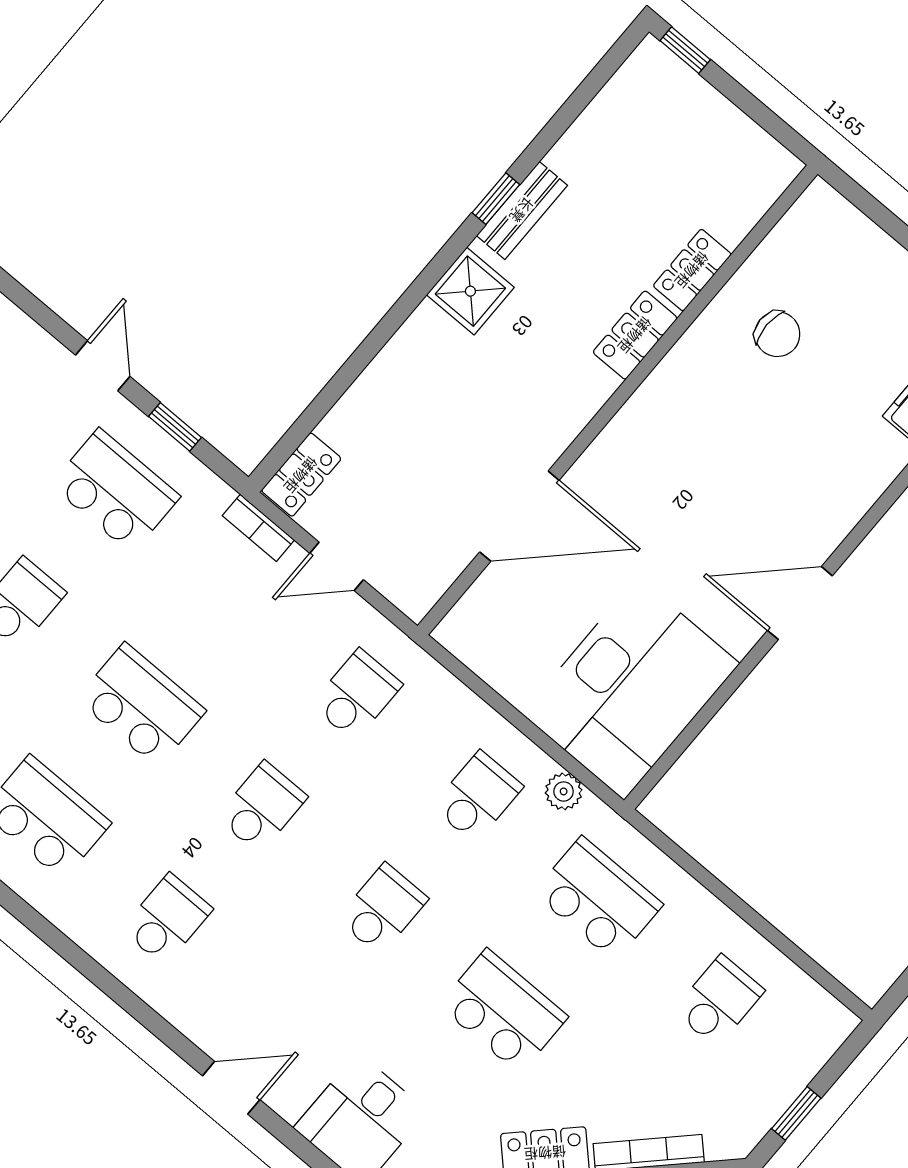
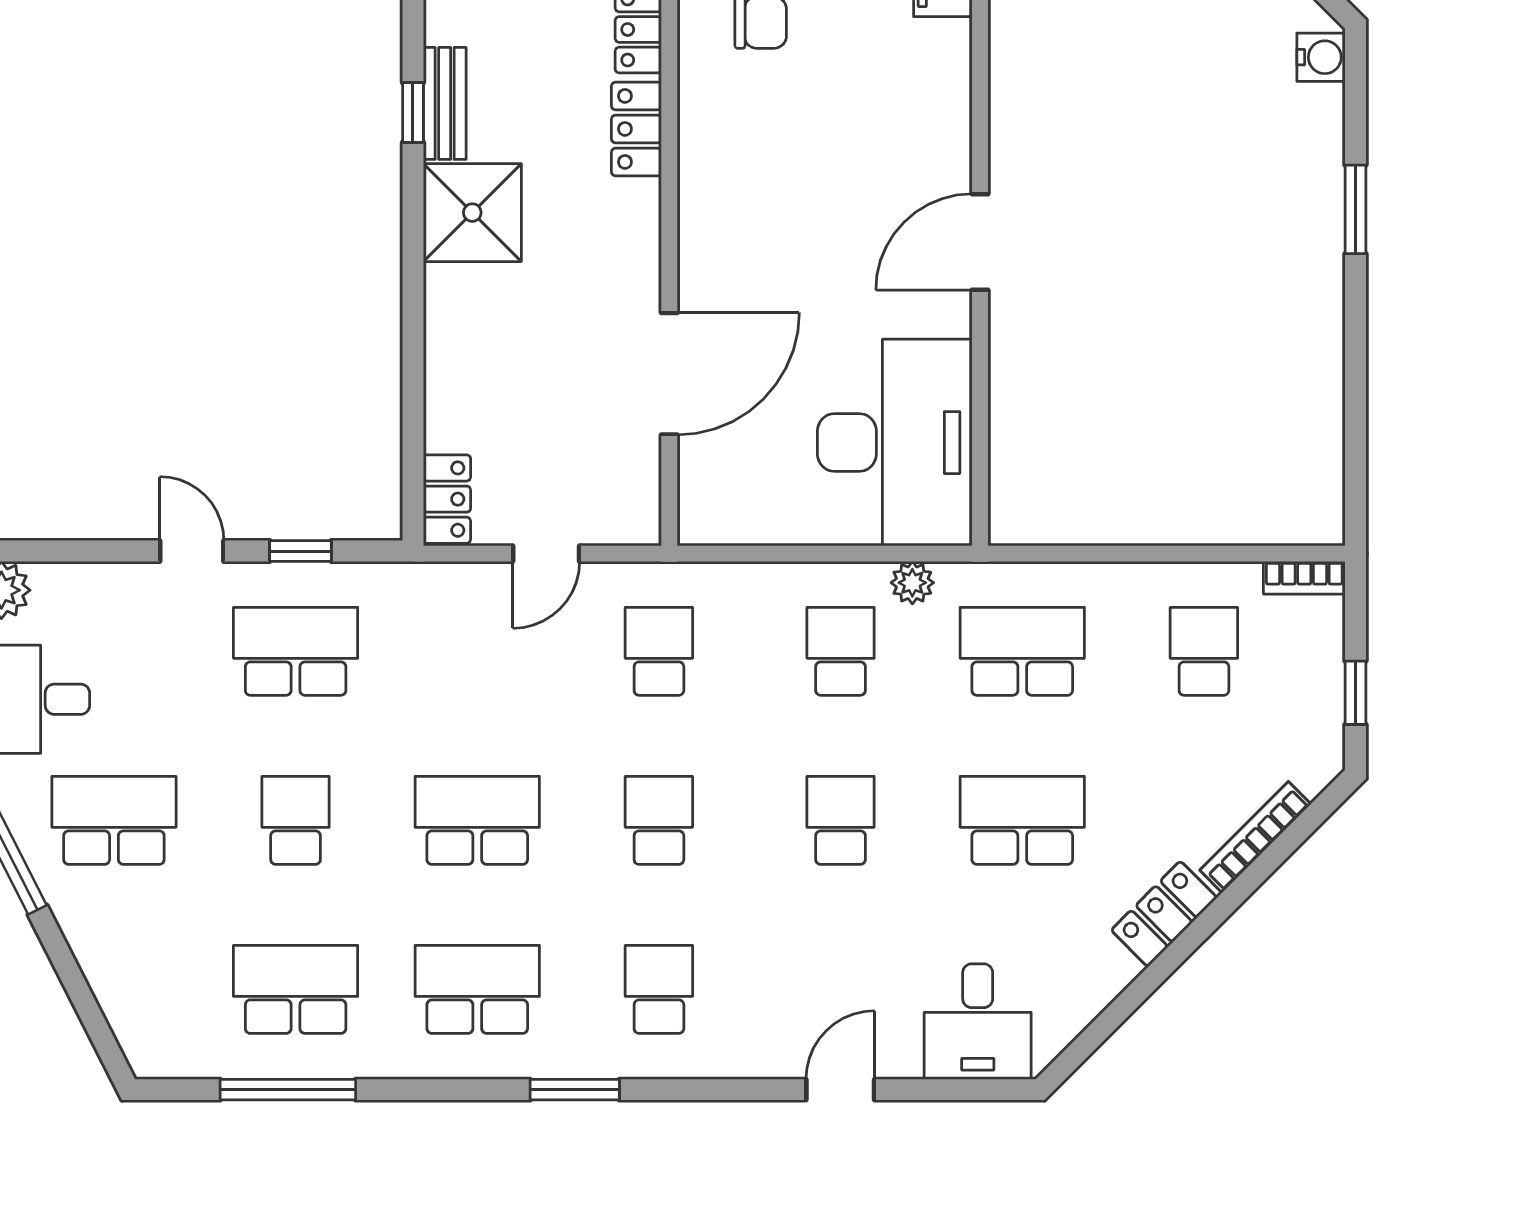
shower: (470, 291) -> (472, 213), width x1.36, depth x1.36
bookcase: (258, 528) -> (1304, 578), moved
window: (55, 939) -> (575, 1090), added

